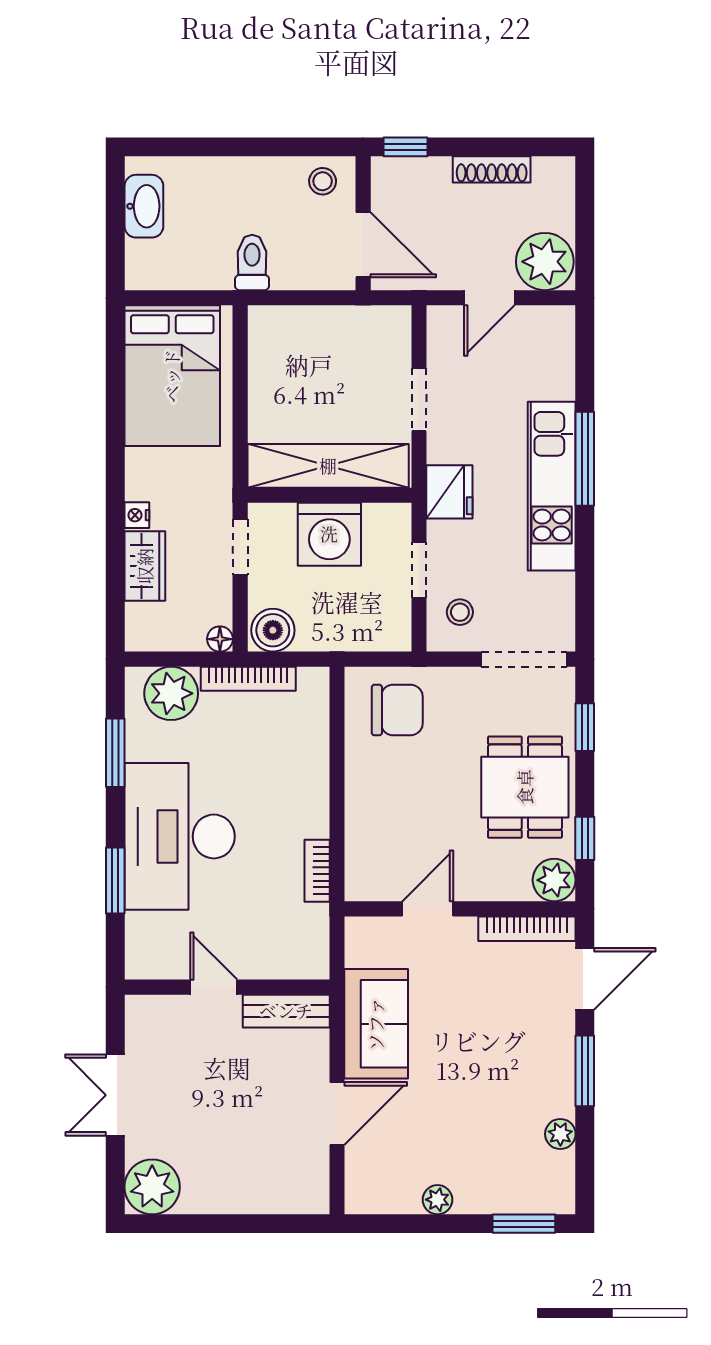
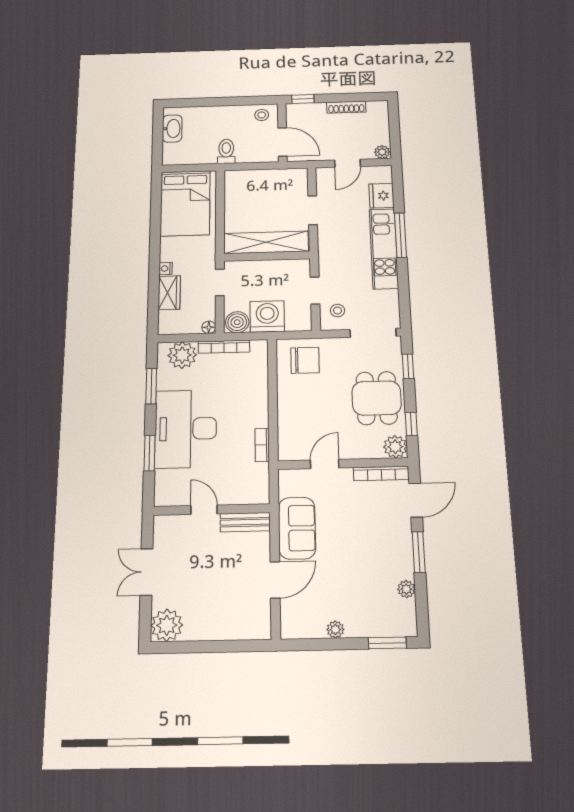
plant: (545, 262) -> (382, 152), width x0.53, depth x0.53
fridge: (449, 492) -> (381, 196), moved, turned 180
washing machine: (329, 534) -> (267, 316), moved, turned 180

